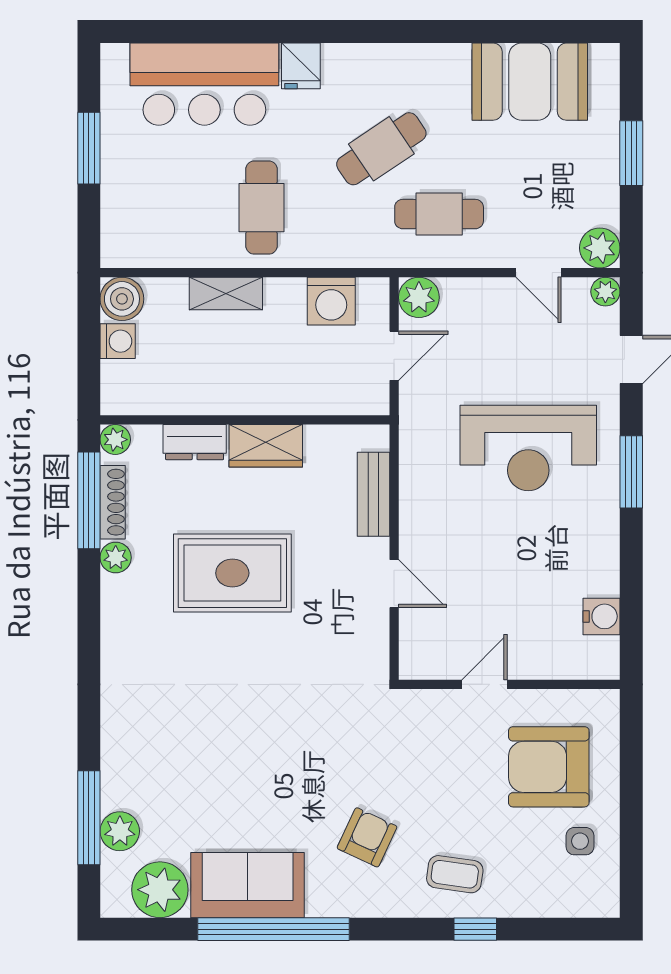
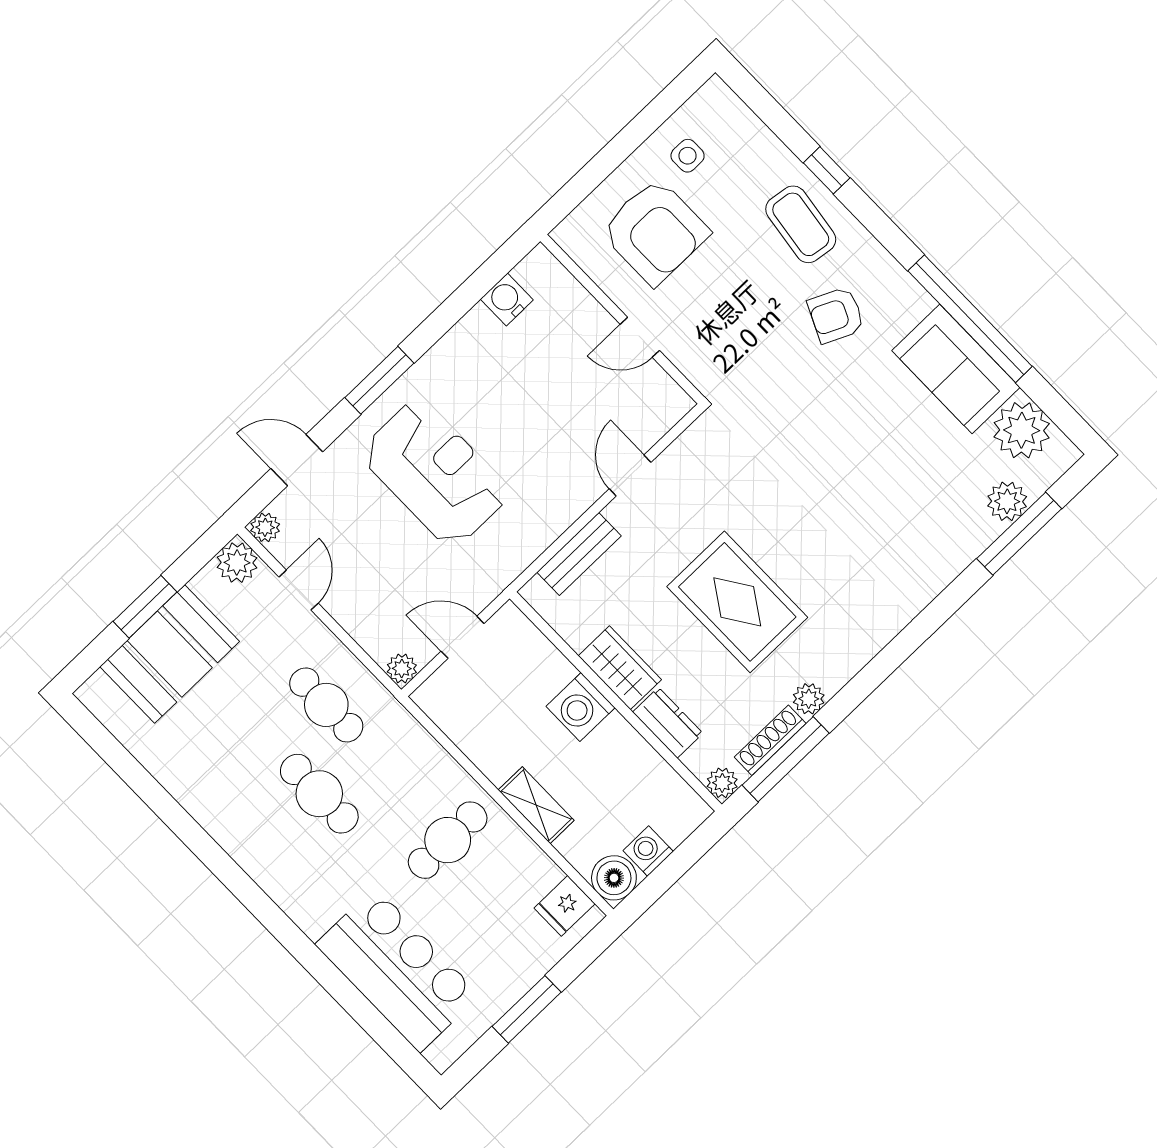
fridge: (301, 66) -> (565, 906), moved, turned 180
booth: (530, 82) -> (170, 654), moved, turned 90
cafe table: (381, 149) -> (319, 794), turned 34
plant: (419, 297) -> (402, 668), width x0.73, depth x0.73
washing machine: (331, 301) -> (581, 707), moved, turned 180
coffee table: (455, 874) -> (801, 224), width x1.36, depth x1.30

